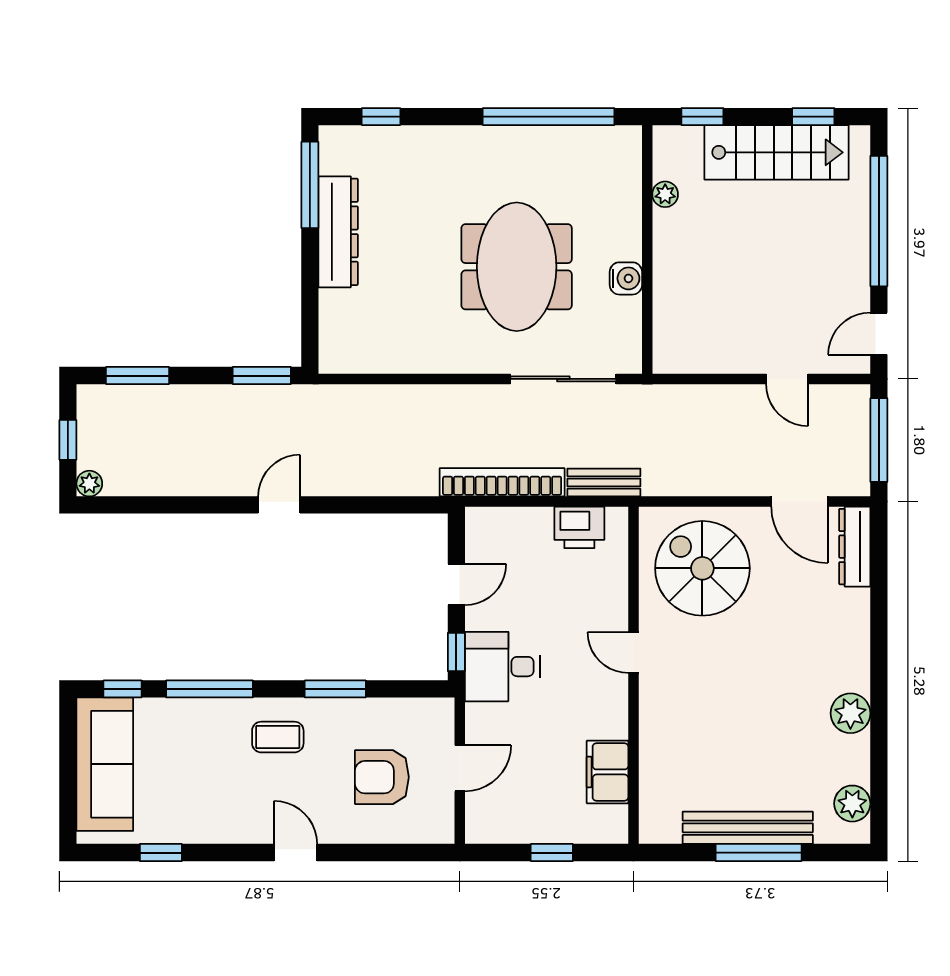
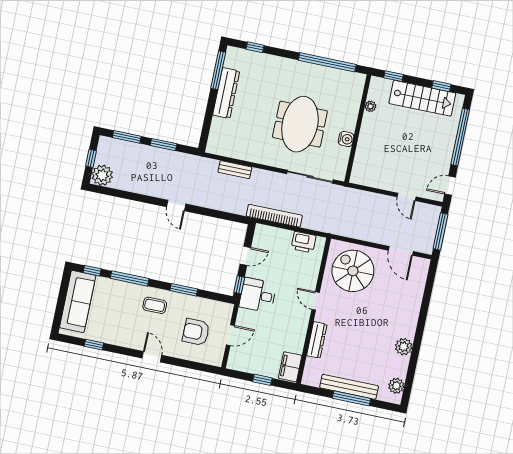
window: (262, 376) -> (164, 145), moved
bench: (604, 482) -> (235, 170), moved
plant: (89, 484) -> (102, 175), width x1.87, depth x1.87
door: (279, 505) -> (176, 205), swing flipped
dresser: (855, 547) -> (317, 340), moved, turned 180
filing cabinet: (608, 772) -> (290, 367), moved

